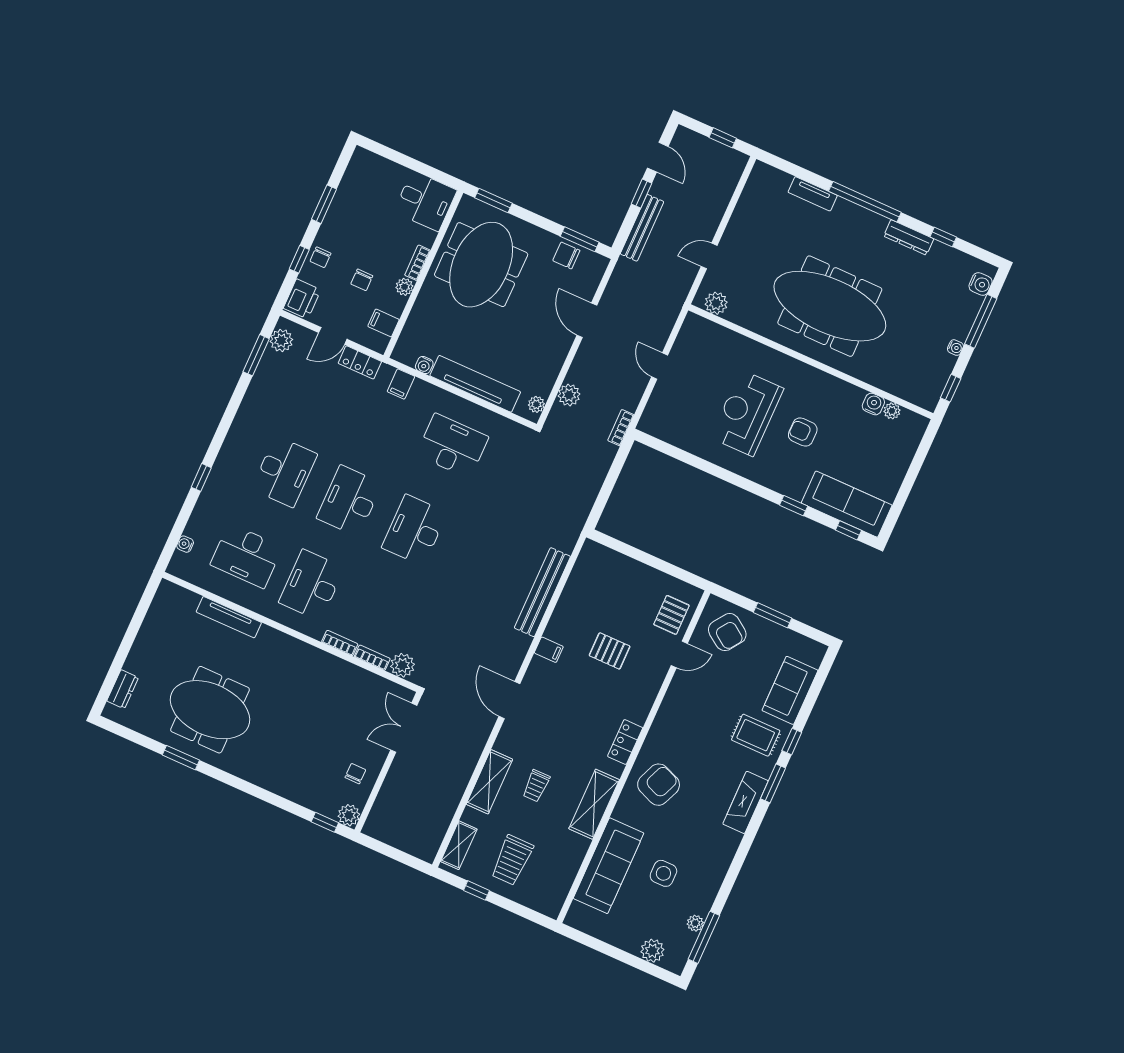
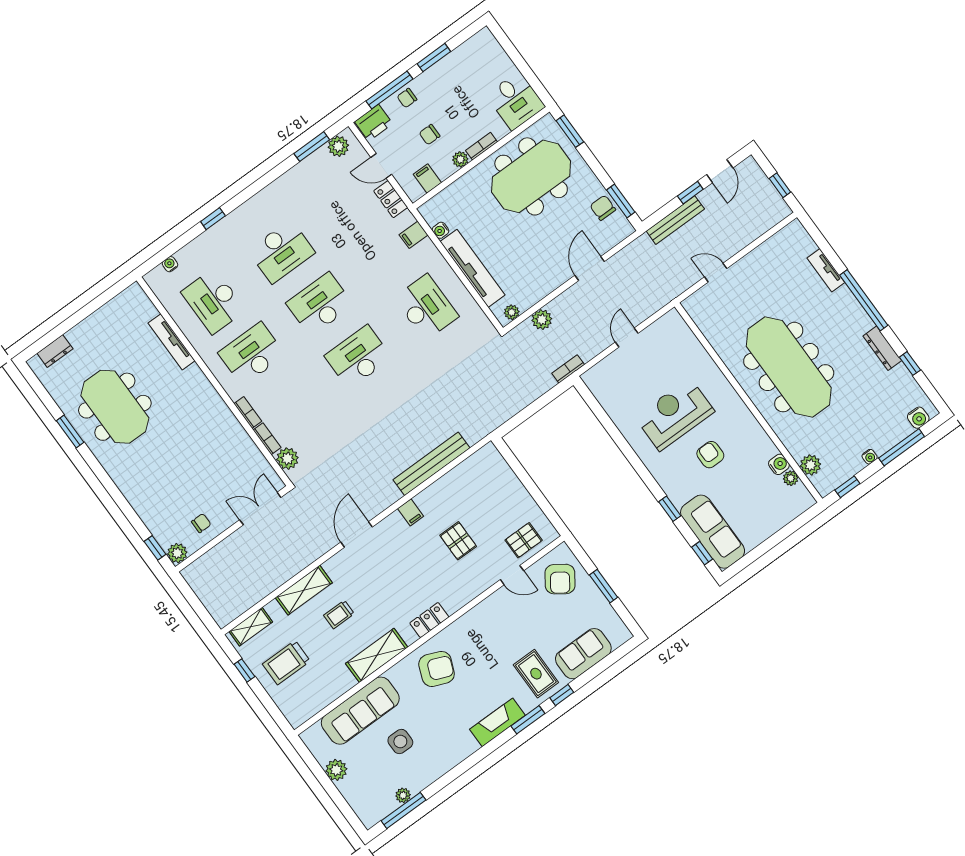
window: (299, 259) -> (389, 90), width x2.17
plant: (716, 303) -> (811, 465), moved
plant: (652, 951) -> (336, 770), moved

